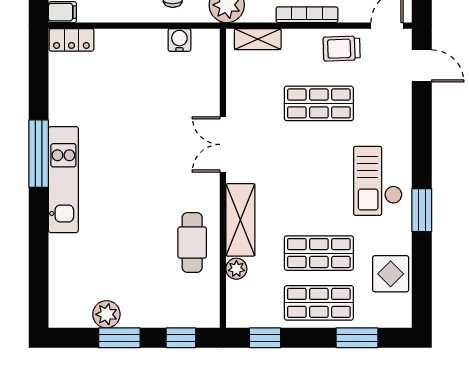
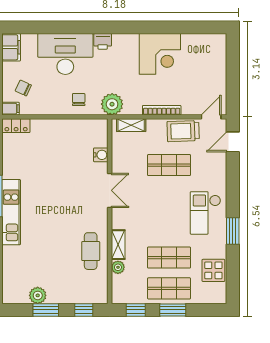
water cooler: (179, 40) -> (101, 155), moved, turned 90
trolley: (342, 49) -> (183, 131), width x1.36, depth x1.39
door: (422, 66) -> (233, 142), swing flipped
double door: (223, 144) -> (110, 190), swing flipped
shelving: (240, 220) -> (118, 245), width x0.67, depth x0.75
window: (357, 338) -> (173, 310), moved

